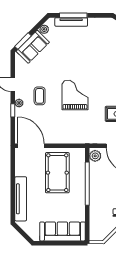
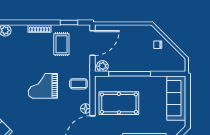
coffee table: (40, 96) -> (78, 84), moved
floor lamp: (52, 139) -> (86, 109), added

